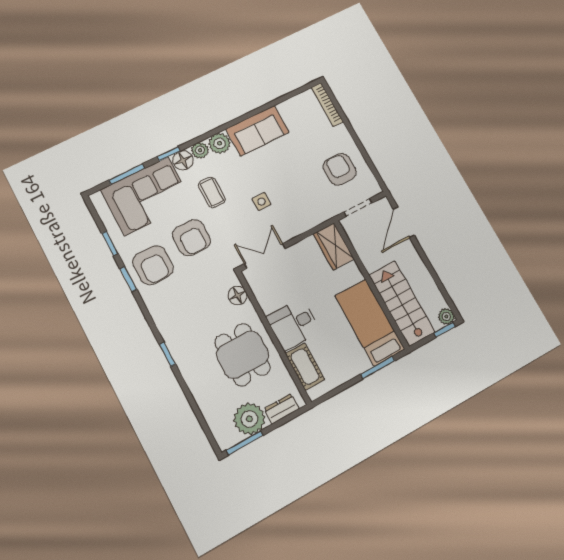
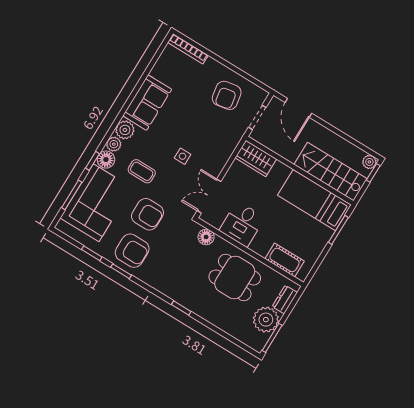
armchair: (340, 169) -> (227, 95), turned -100
desk: (293, 324) -> (242, 224), moved

